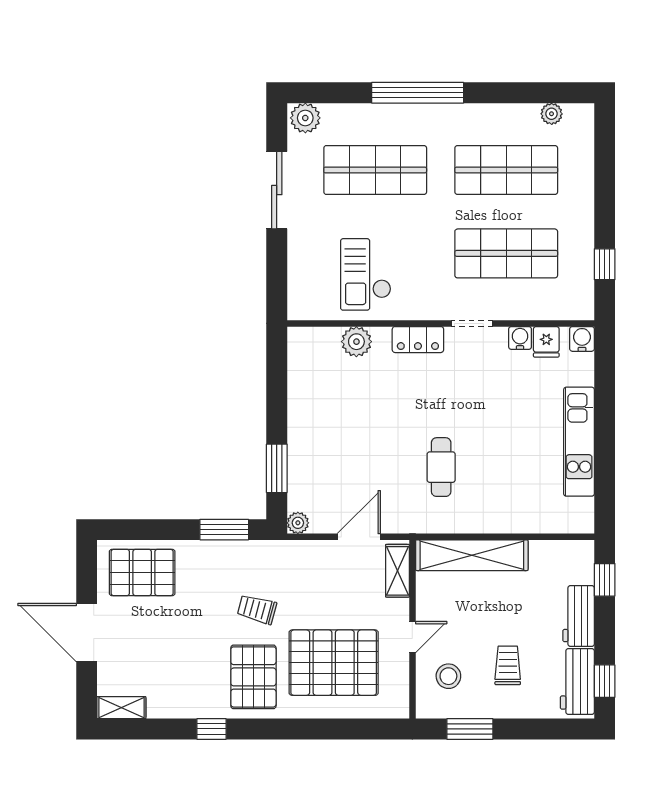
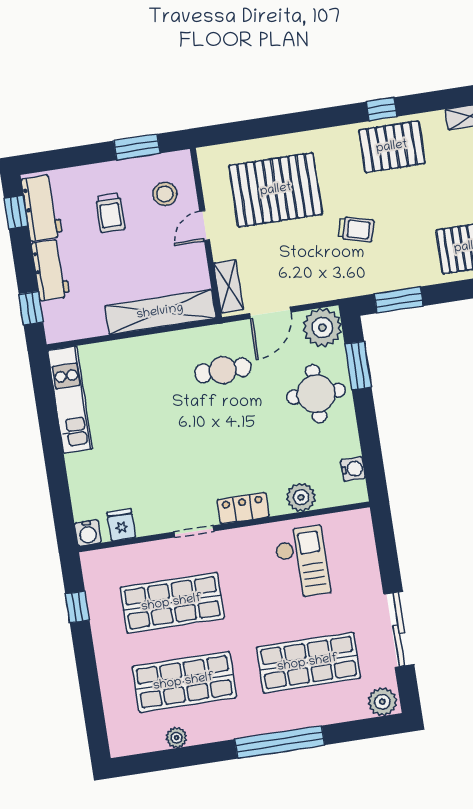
plant: (552, 114) -> (177, 738), moved
water cooler: (520, 338) -> (353, 469), moved, turned -90
kitchen unit: (579, 442) -> (70, 400), moved
round table: (324, 446) -> (316, 394), added
cafe table: (441, 467) -> (223, 370), moved, turned 90
plant: (298, 523) -> (322, 327), width x1.88, depth x1.88
pallet: (253, 677) -> (392, 147), moved, turned 90

